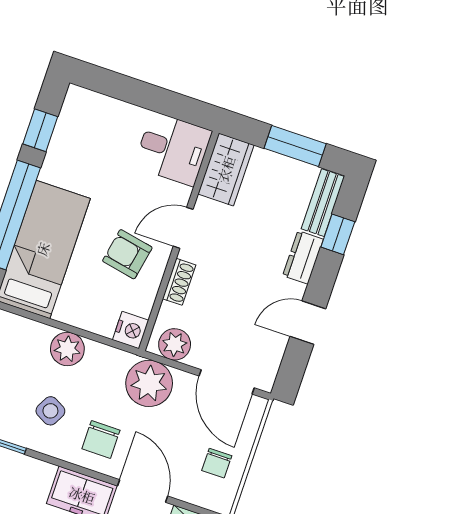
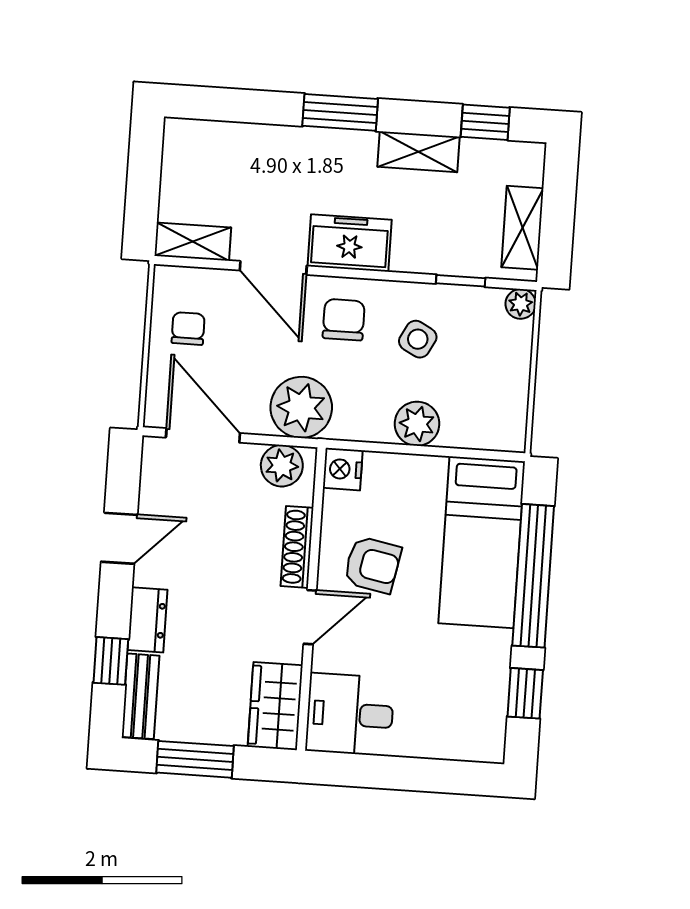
shoe rack: (179, 282) -> (297, 547), width x1.43

